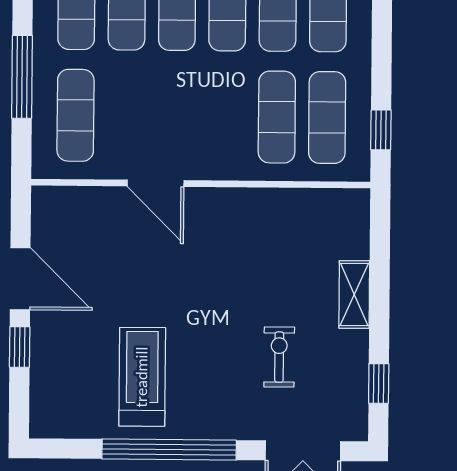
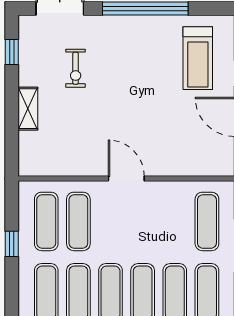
window: (381, 130) -> (12, 244), moved
door: (156, 183) -> (126, 179), moved
treadmill: (142, 377) -> (198, 58), moved

